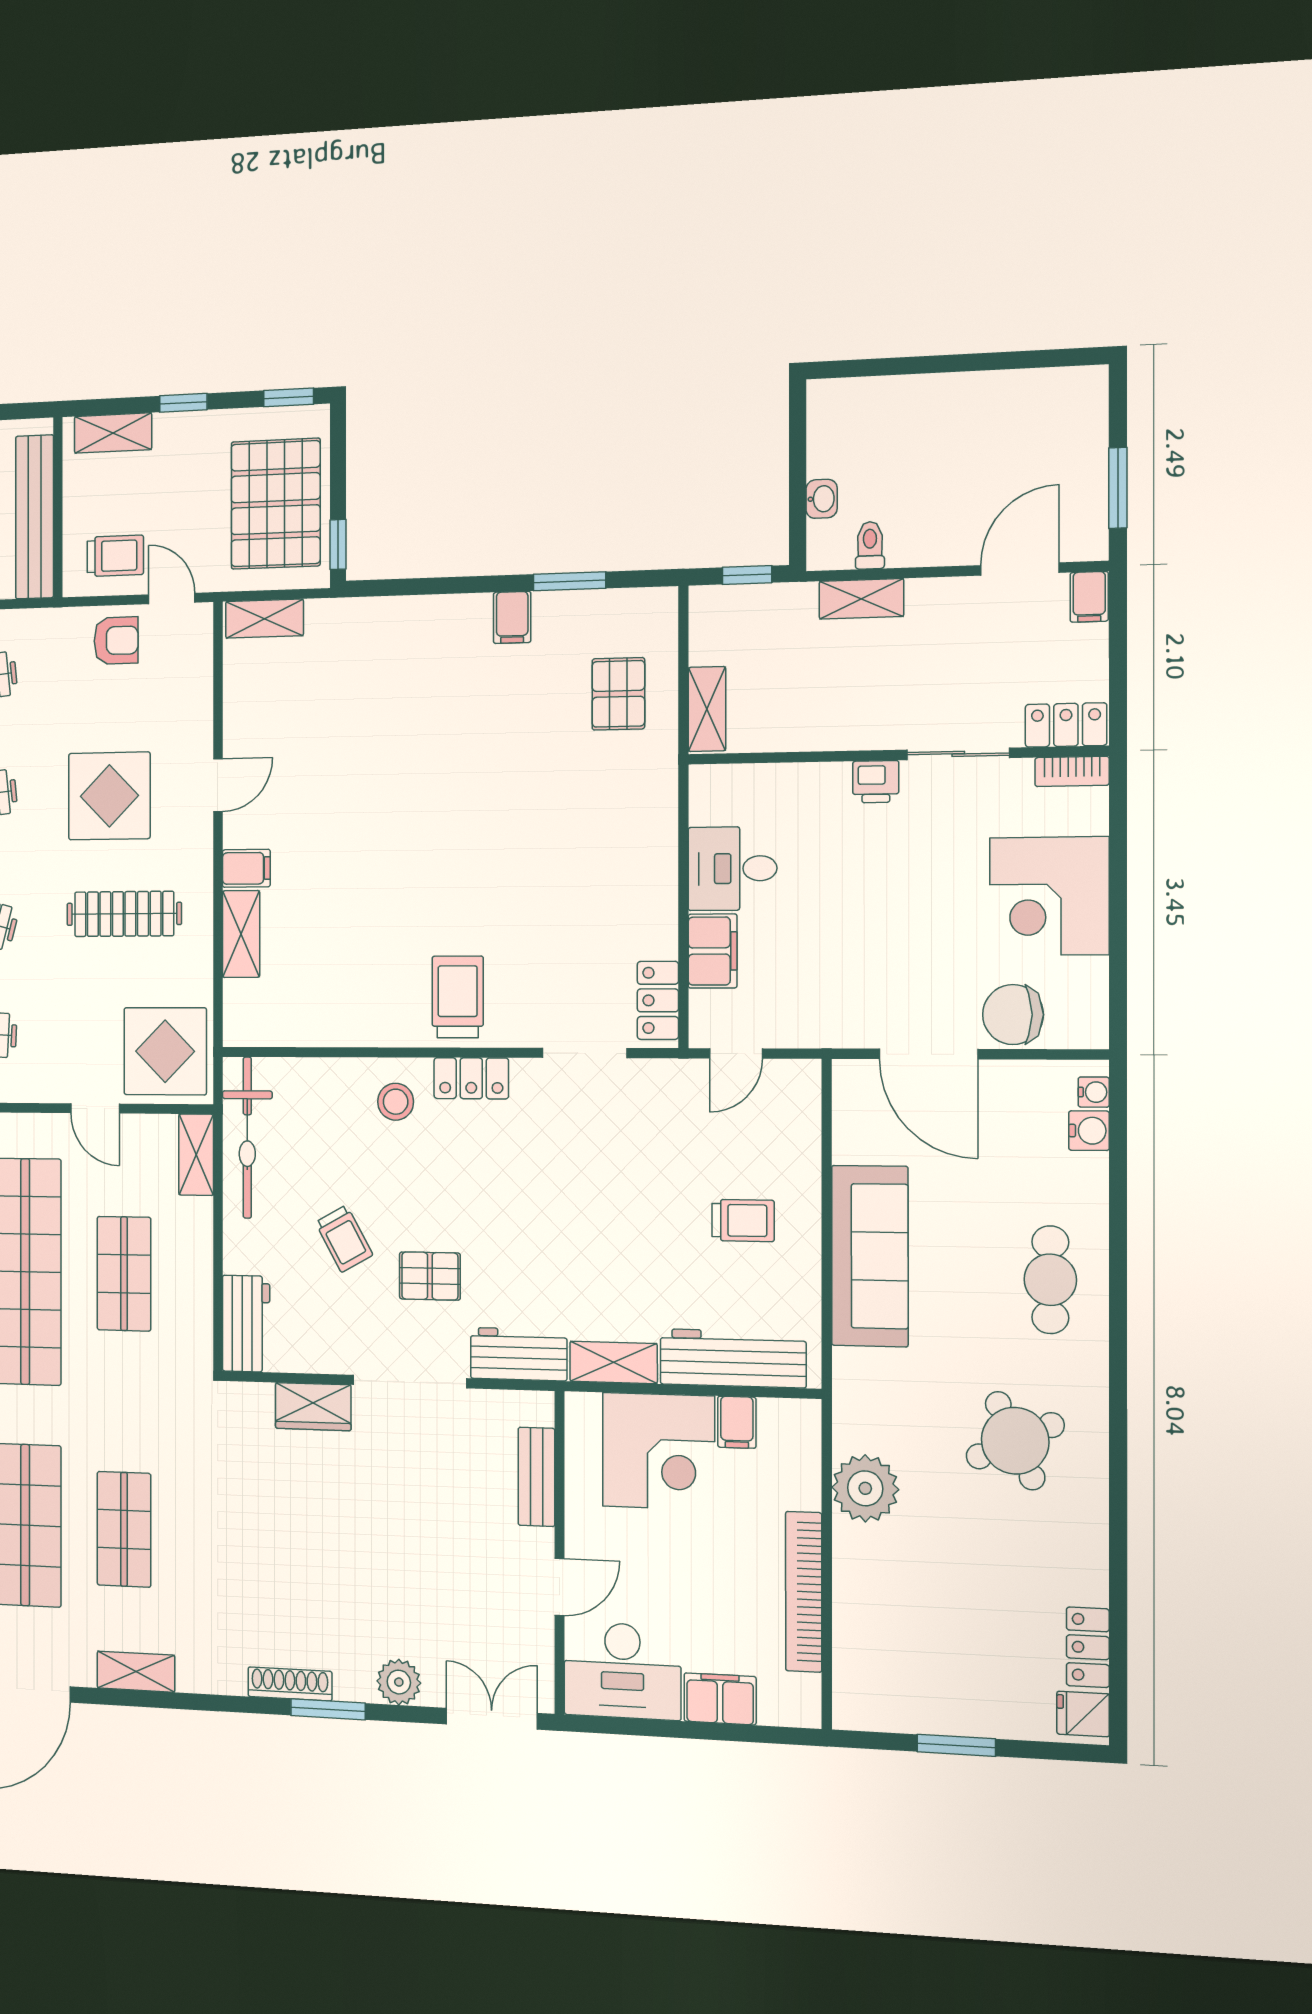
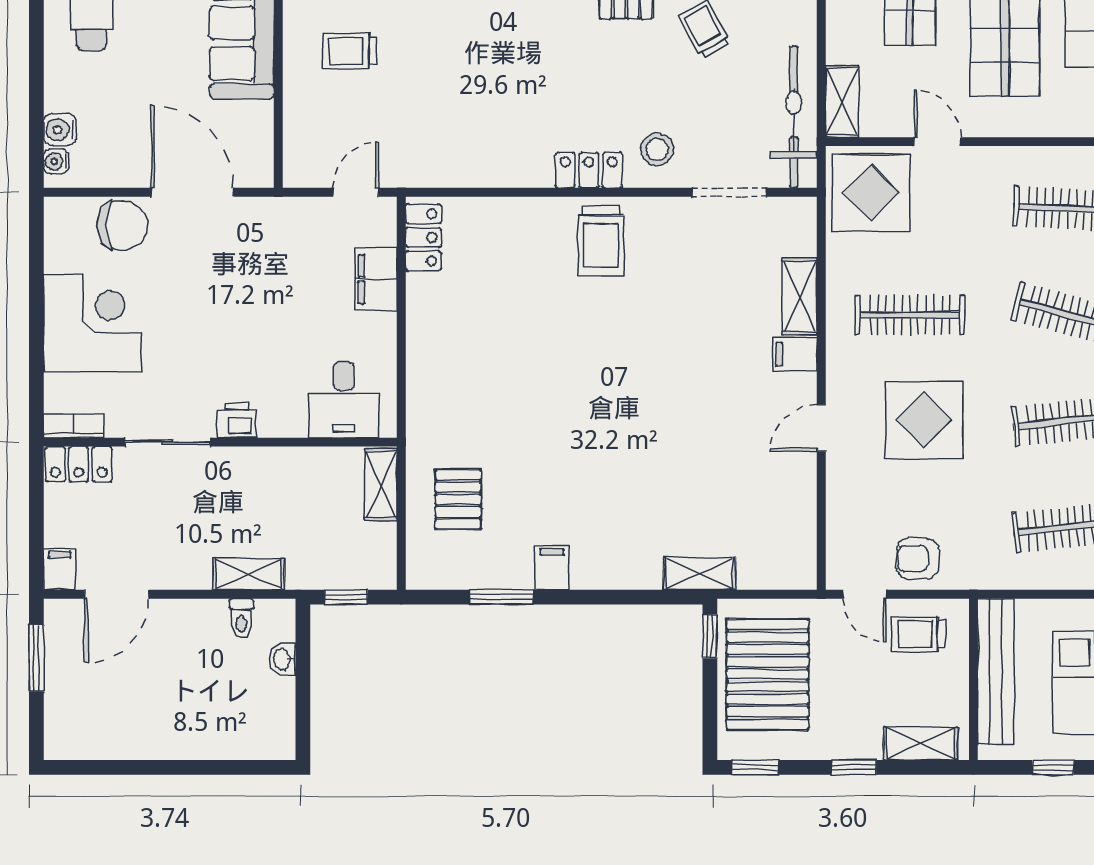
shelving: (264, 619) -> (700, 574), moved
desk: (732, 869) -> (344, 400), moved, turned 90
doorway: (584, 1053) -> (729, 192), moved

